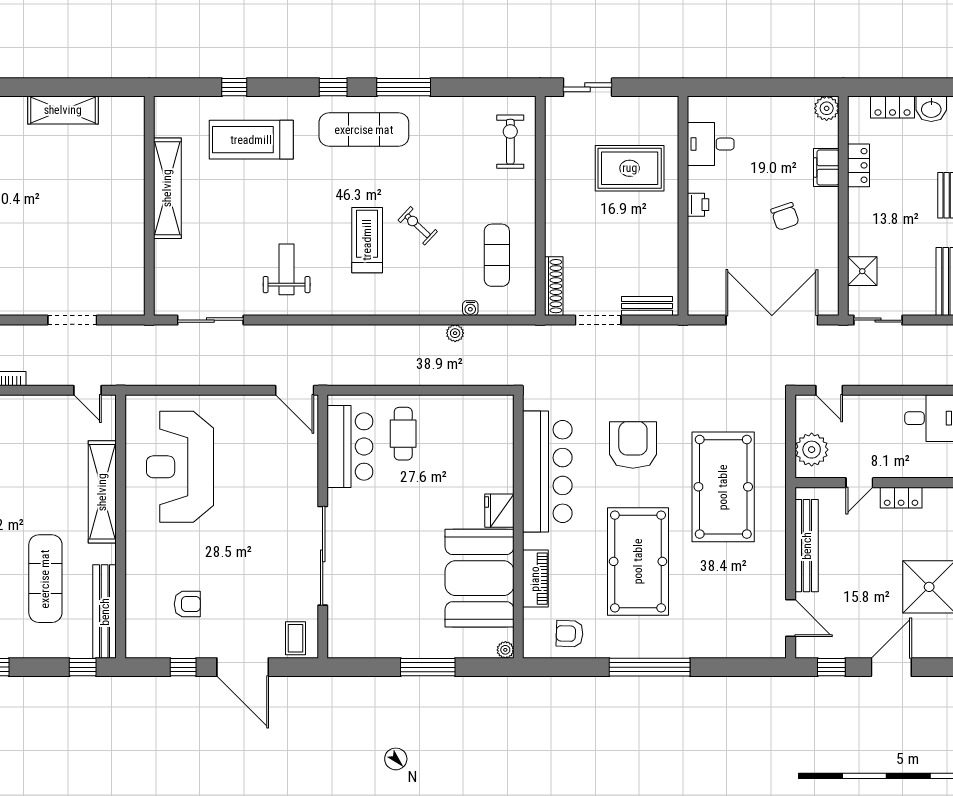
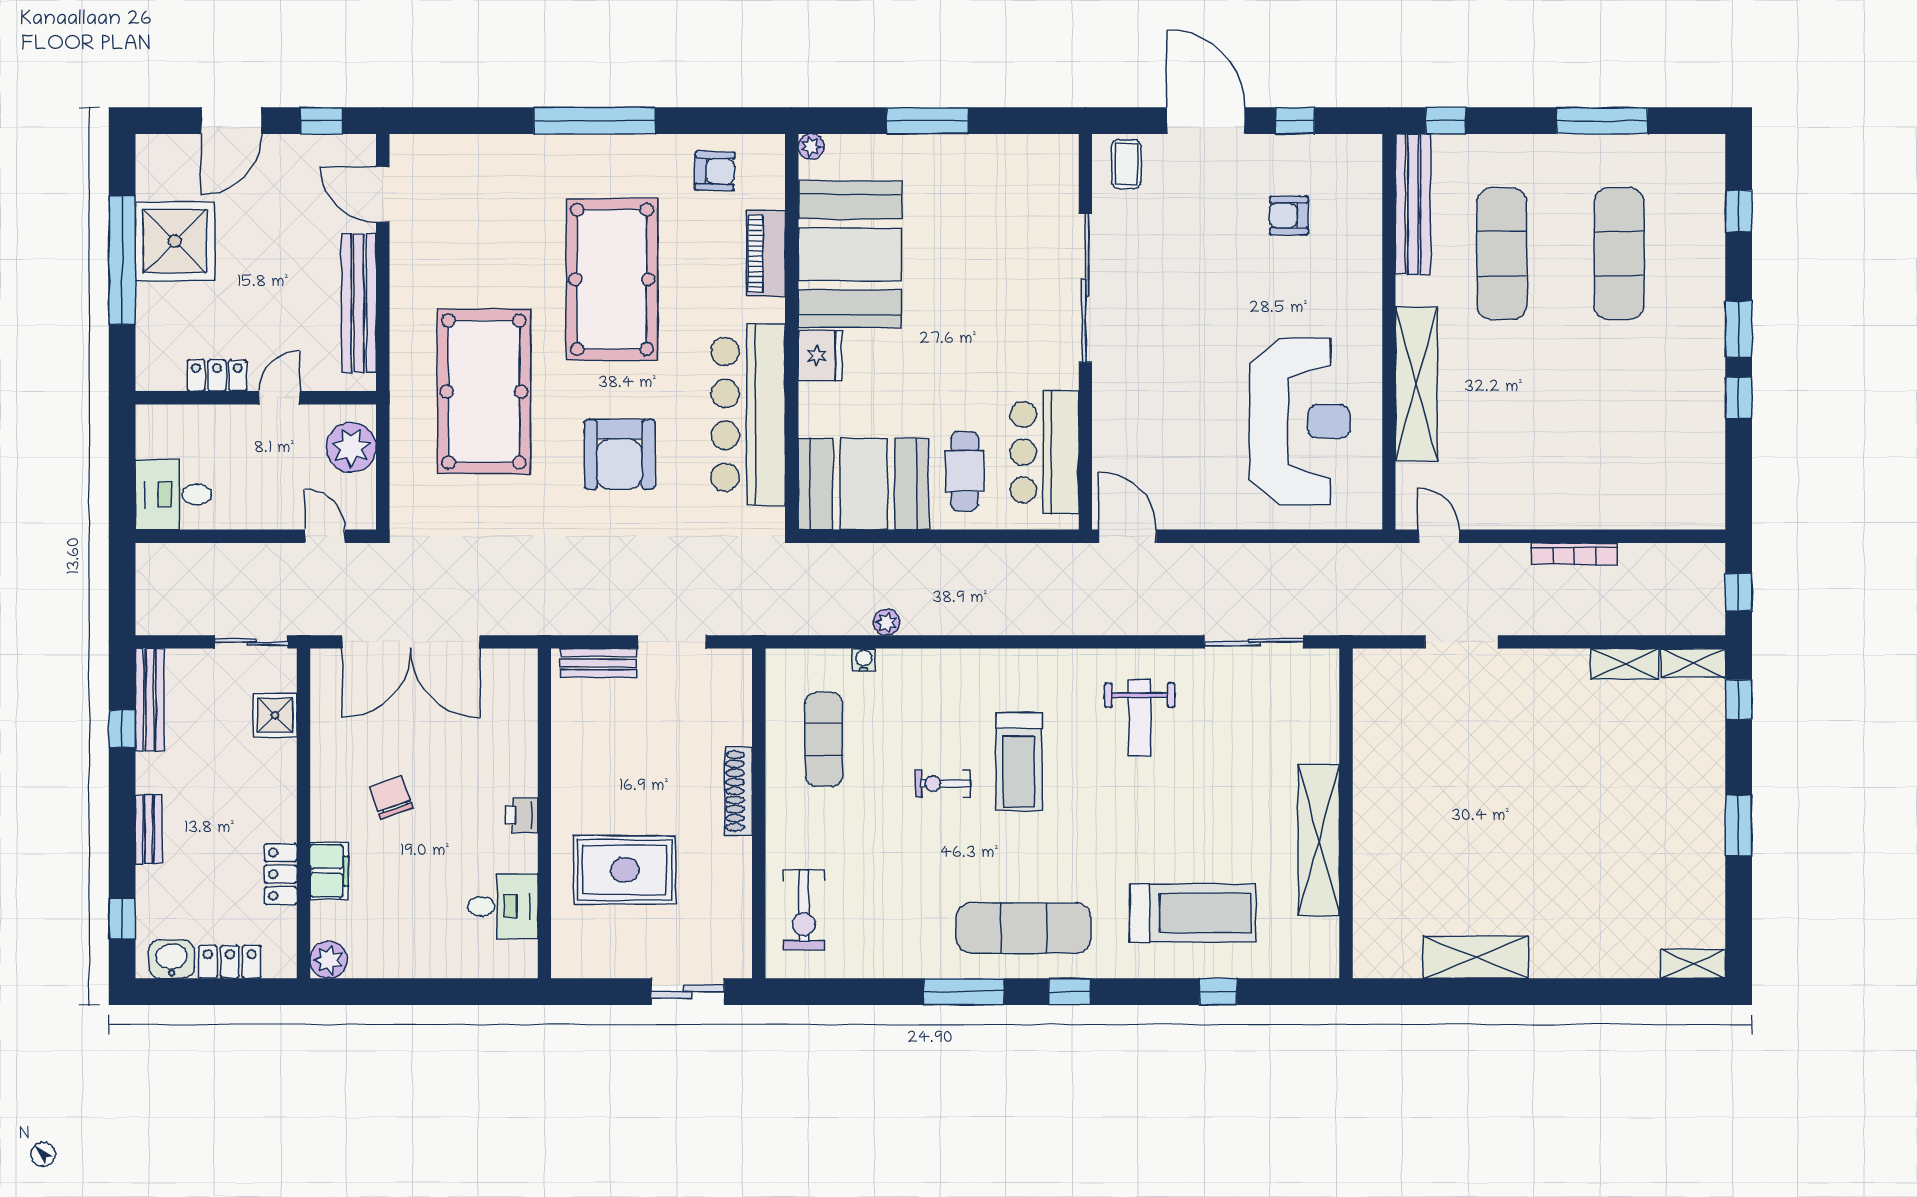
exercise bike: (418, 226) -> (943, 783), turned 137
shoe rack: (554, 286) -> (739, 791), moved
booth: (470, 425) -> (864, 484), added

